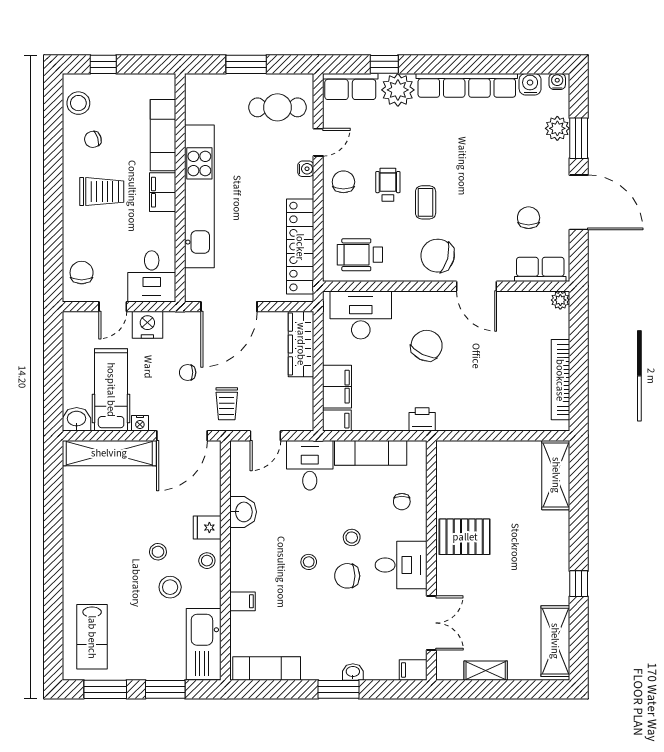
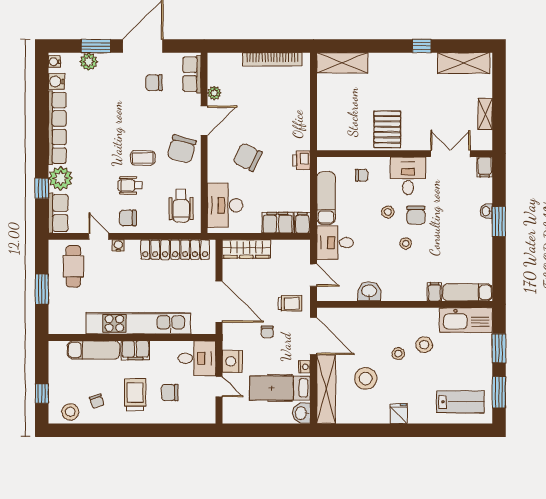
chair: (82, 273) -> (170, 392), moved
plant: (560, 300) -> (214, 93), moved
fridge: (207, 528) -> (399, 414), moved, turned 180
stool: (207, 561) -> (366, 378), moved, width x1.89, depth x1.89
exam couch: (267, 668) -> (467, 292), moved, turned 90

